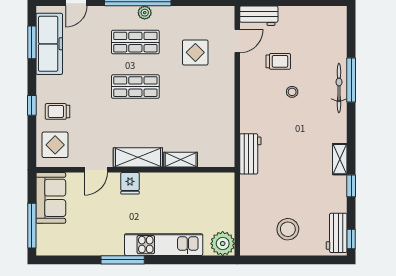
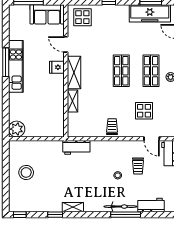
trolley: (57, 111) -> (112, 127), moved
workbench: (337, 233) -> (151, 205), moved
kitchen unit: (164, 245) -> (16, 66), moved

